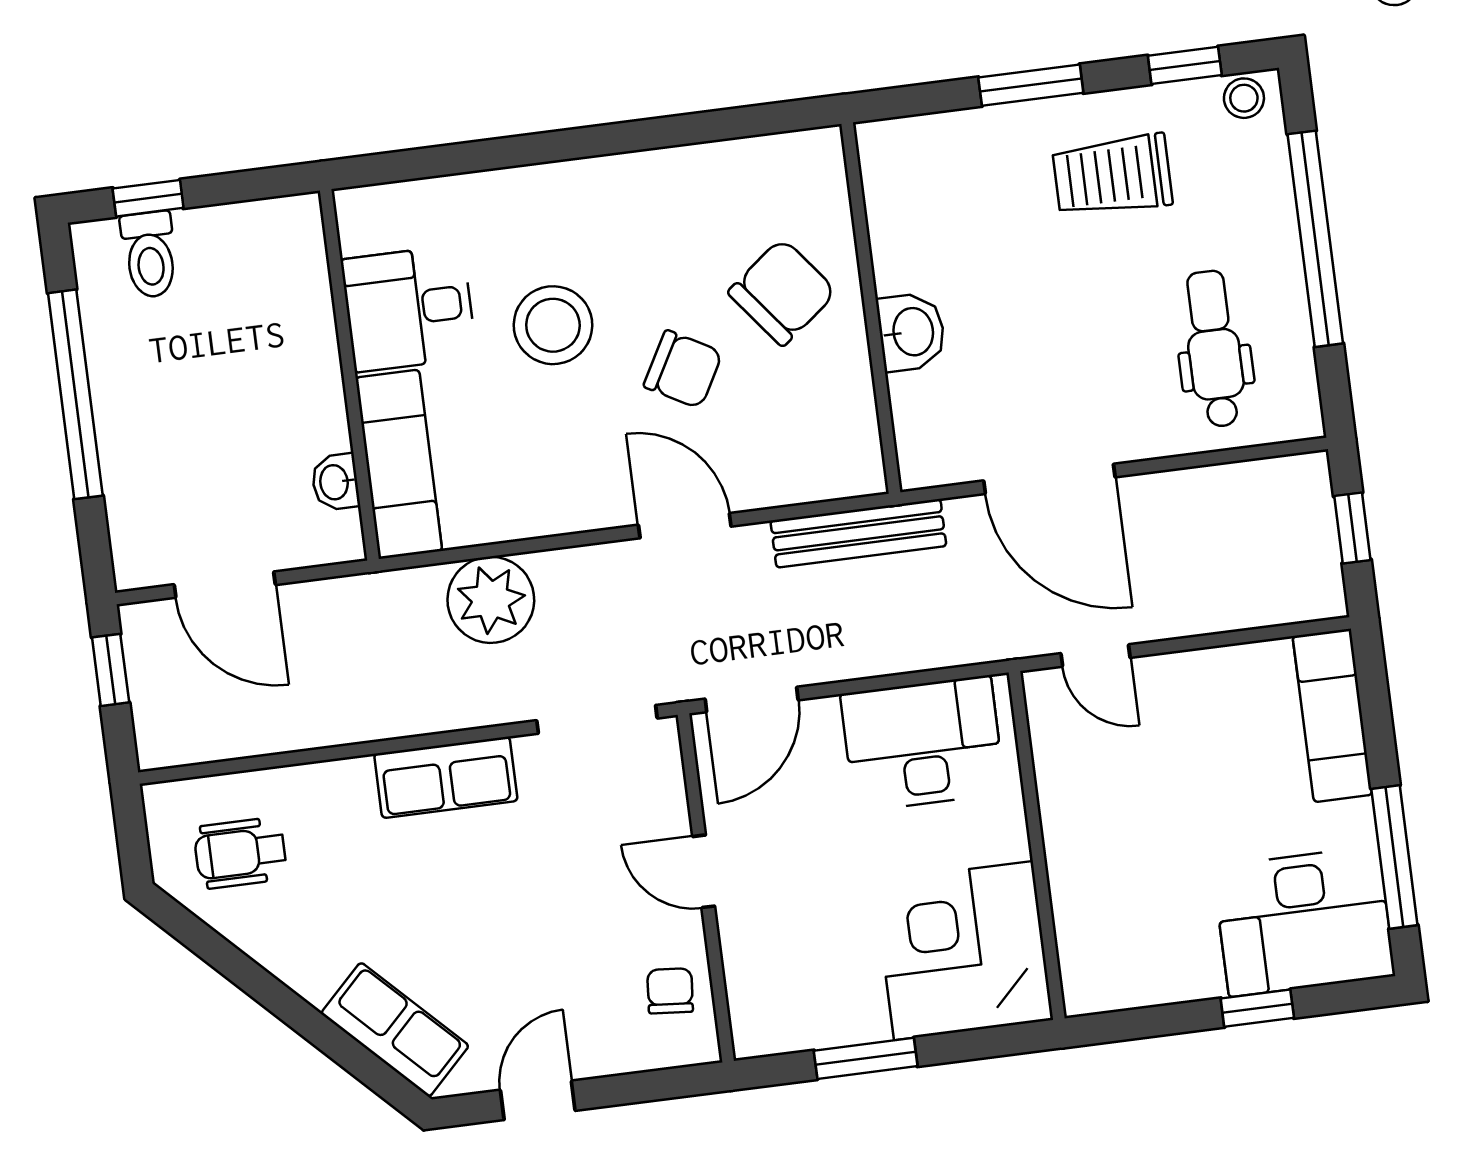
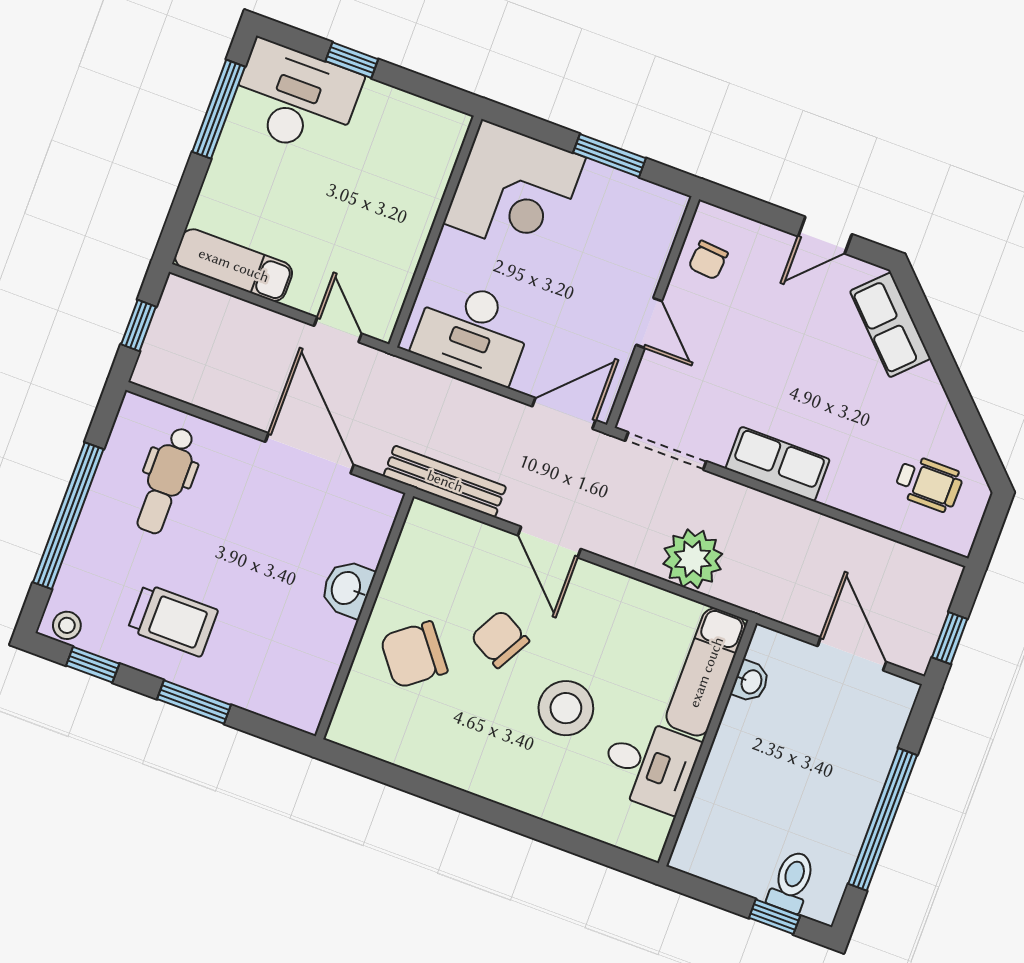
exam couch: (1332, 715) -> (234, 265), moved, turned -90

